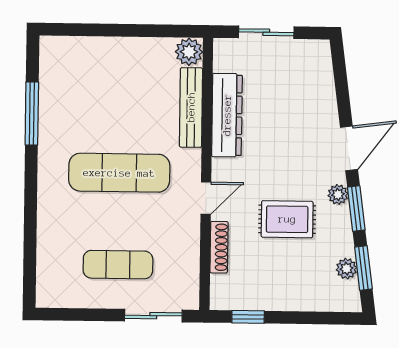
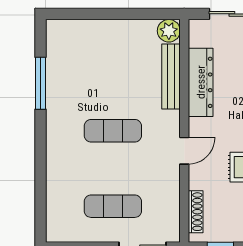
exercise mat: (119, 173) -> (113, 131), width x0.73, depth x0.69
shoe rack: (219, 247) -> (196, 212), moved

